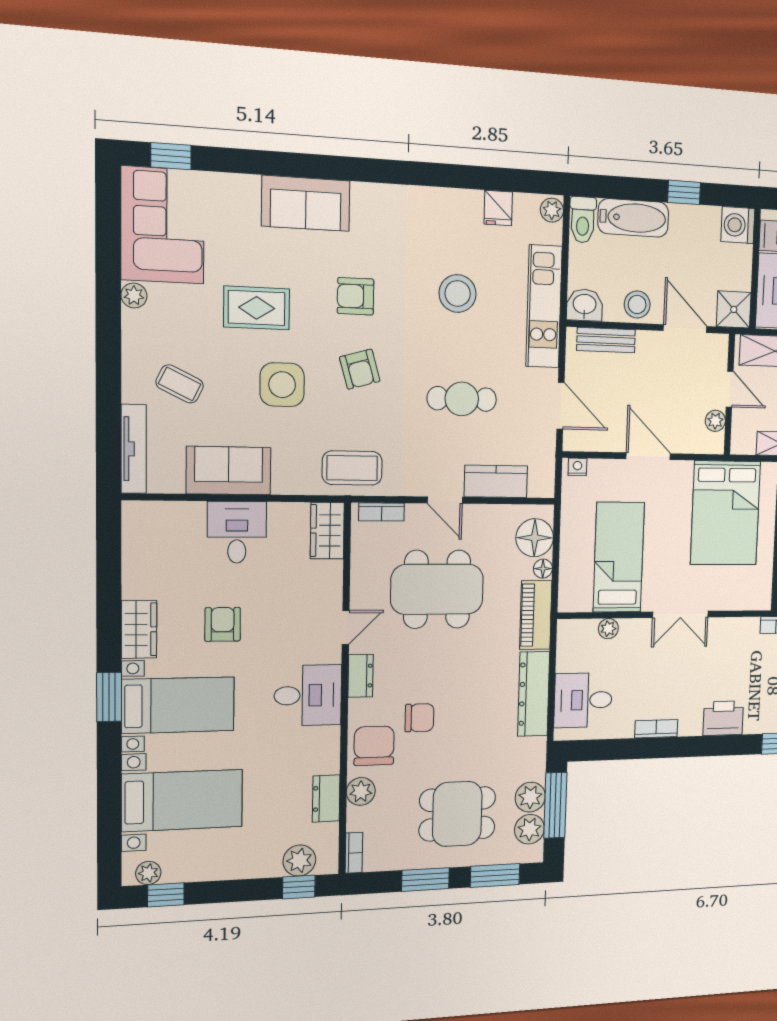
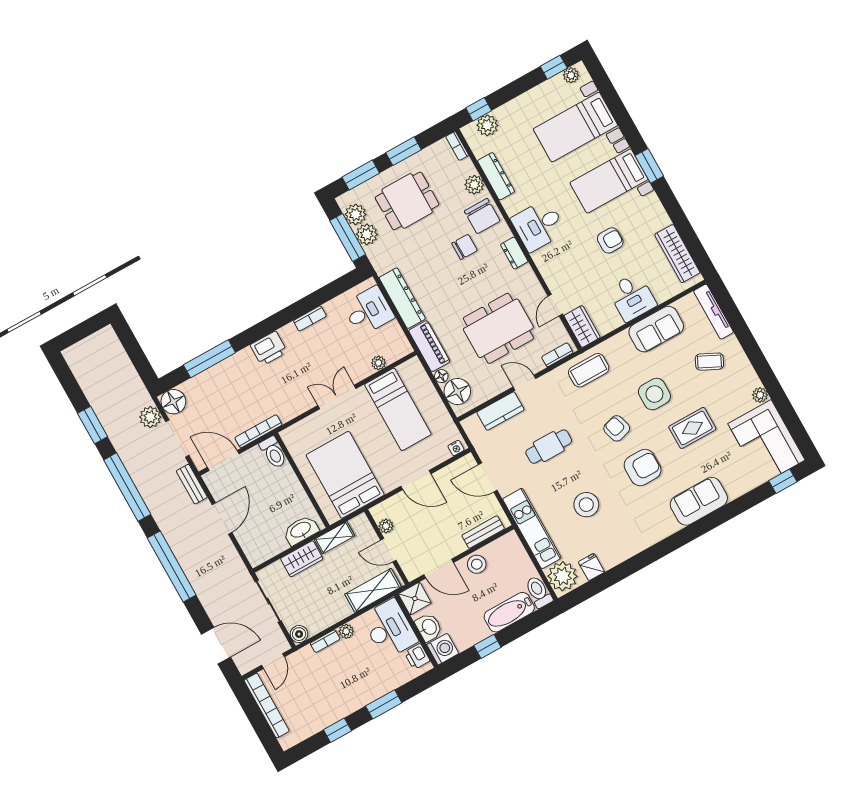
plant: (552, 210) -> (563, 576), width x1.88, depth x1.88
armchair: (356, 296) -> (643, 468), width x1.38, depth x1.38
washbasin: (585, 305) -> (429, 627), moved, turned -90
armchair: (223, 624) -> (610, 240), turned -90
door: (346, 627) -> (555, 305), moved
wardrobe: (139, 629) -> (677, 254), moved, width x1.50
chair: (419, 718) -> (465, 247), turned 180
dresser: (326, 798) -> (496, 176), width x1.44

